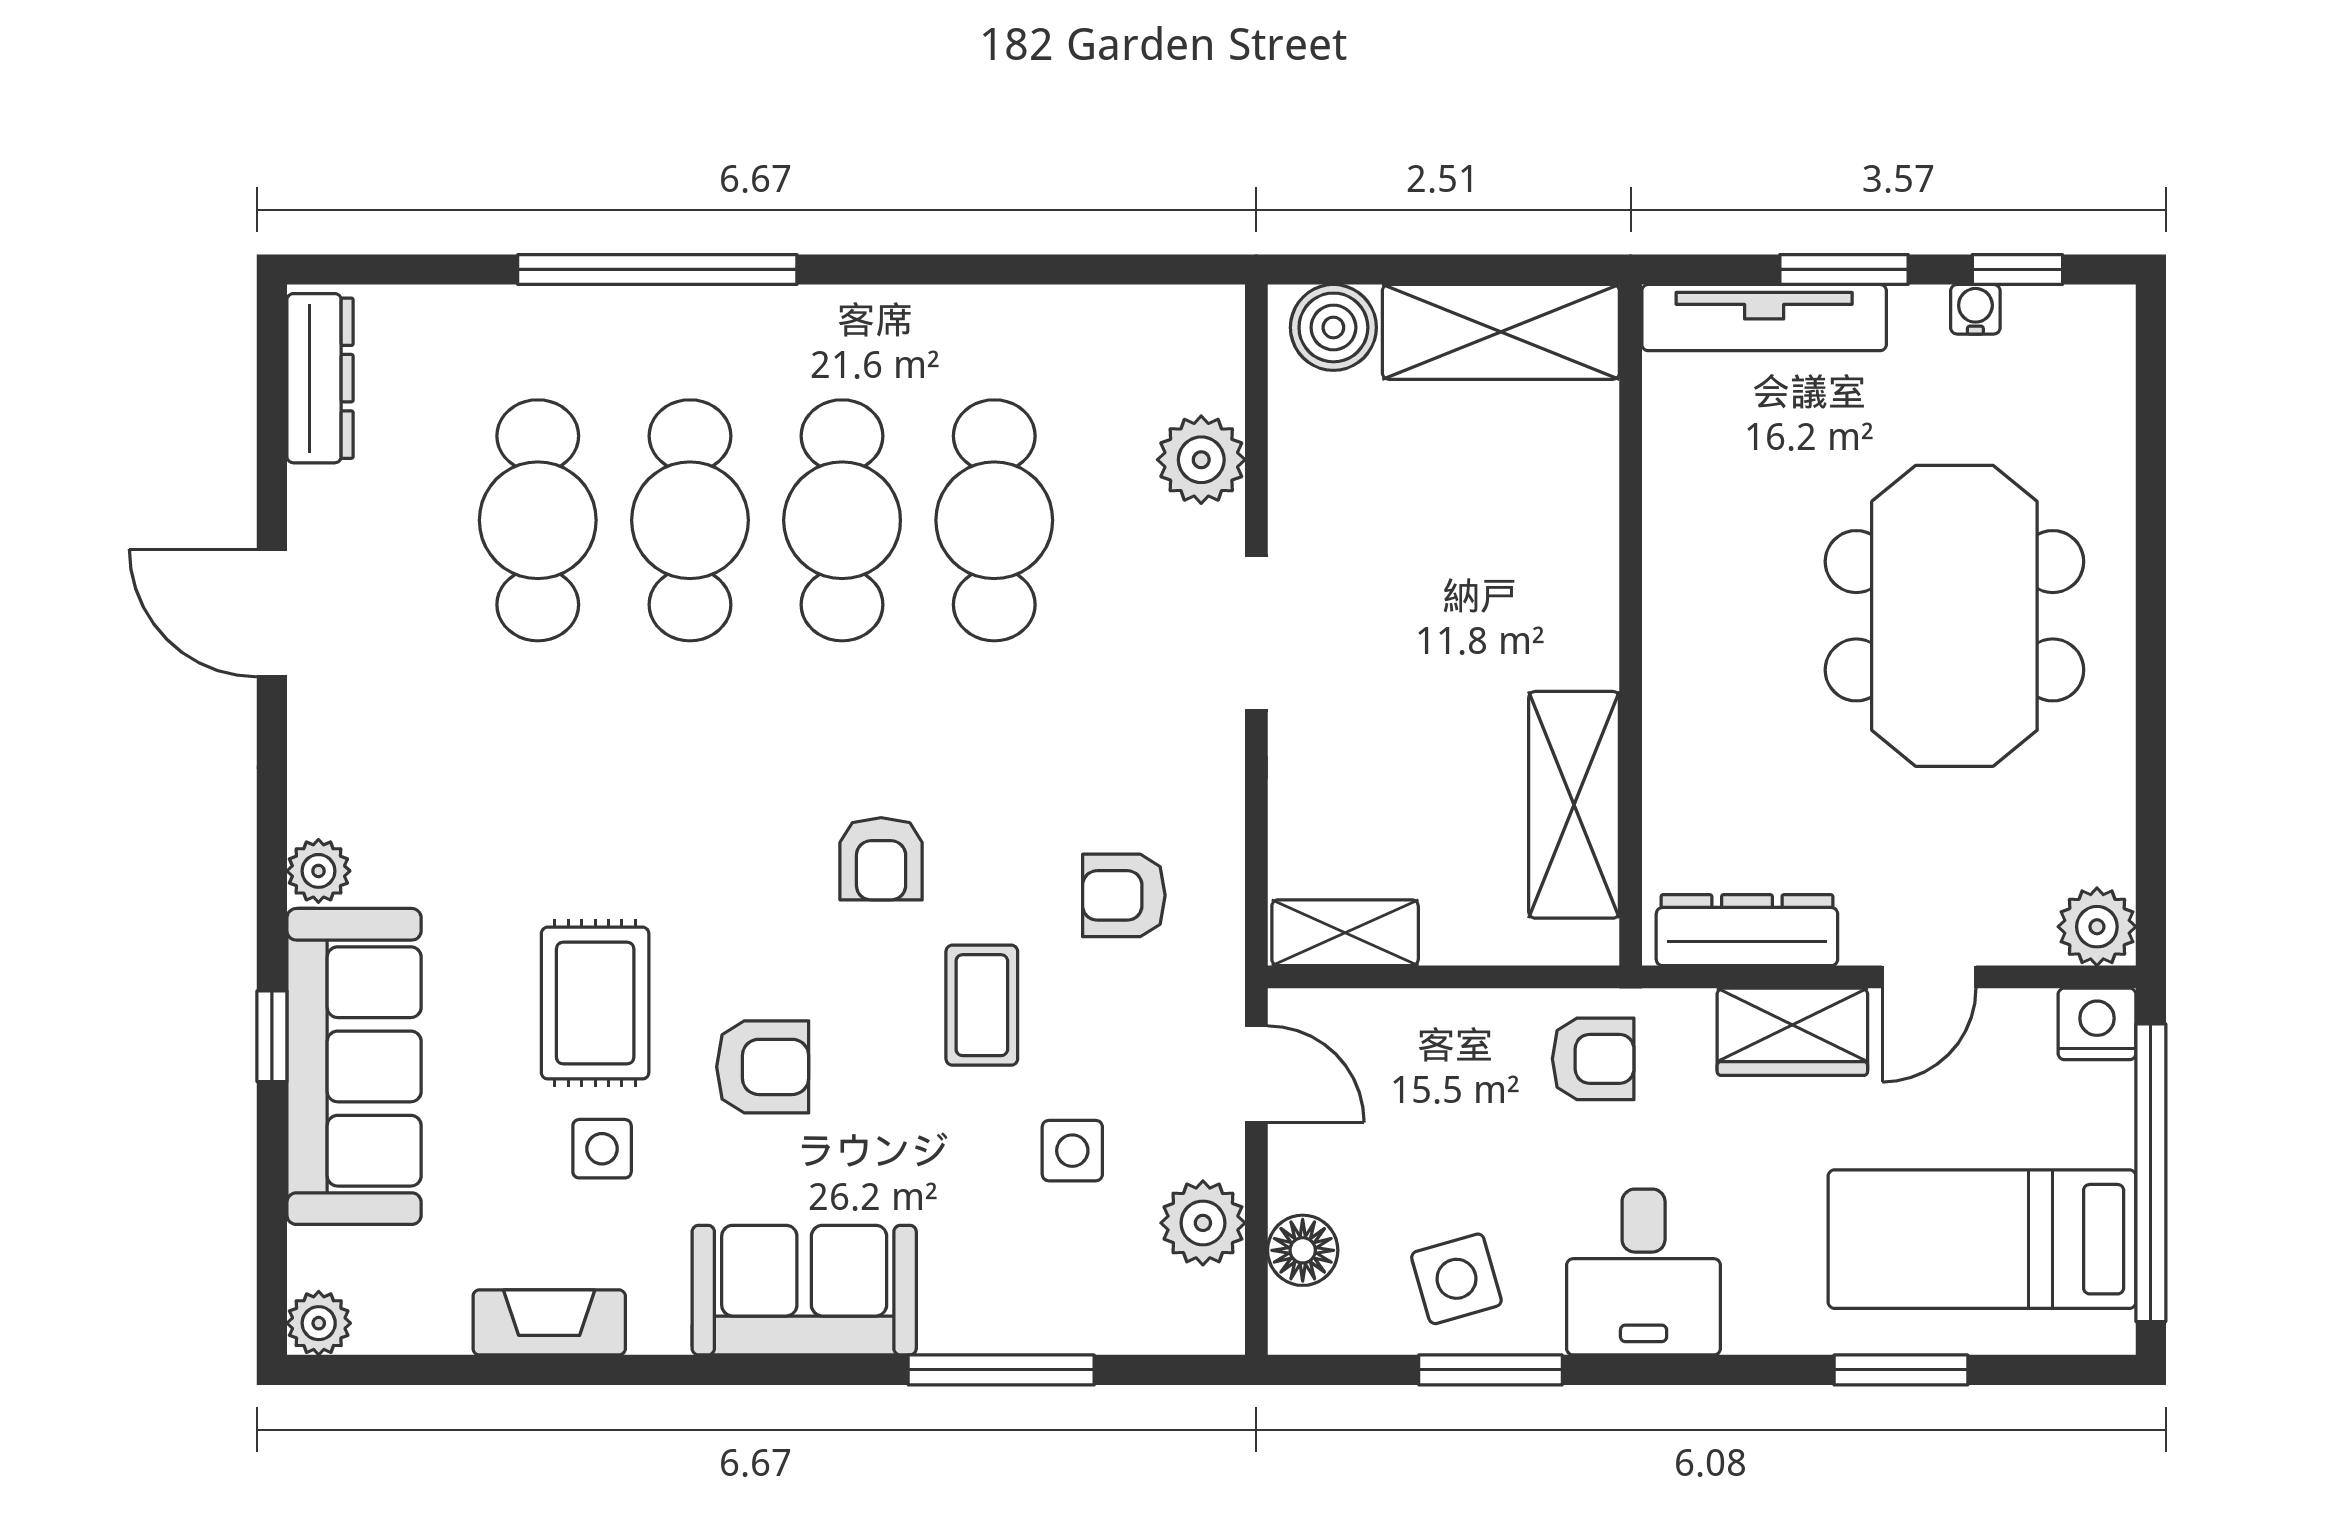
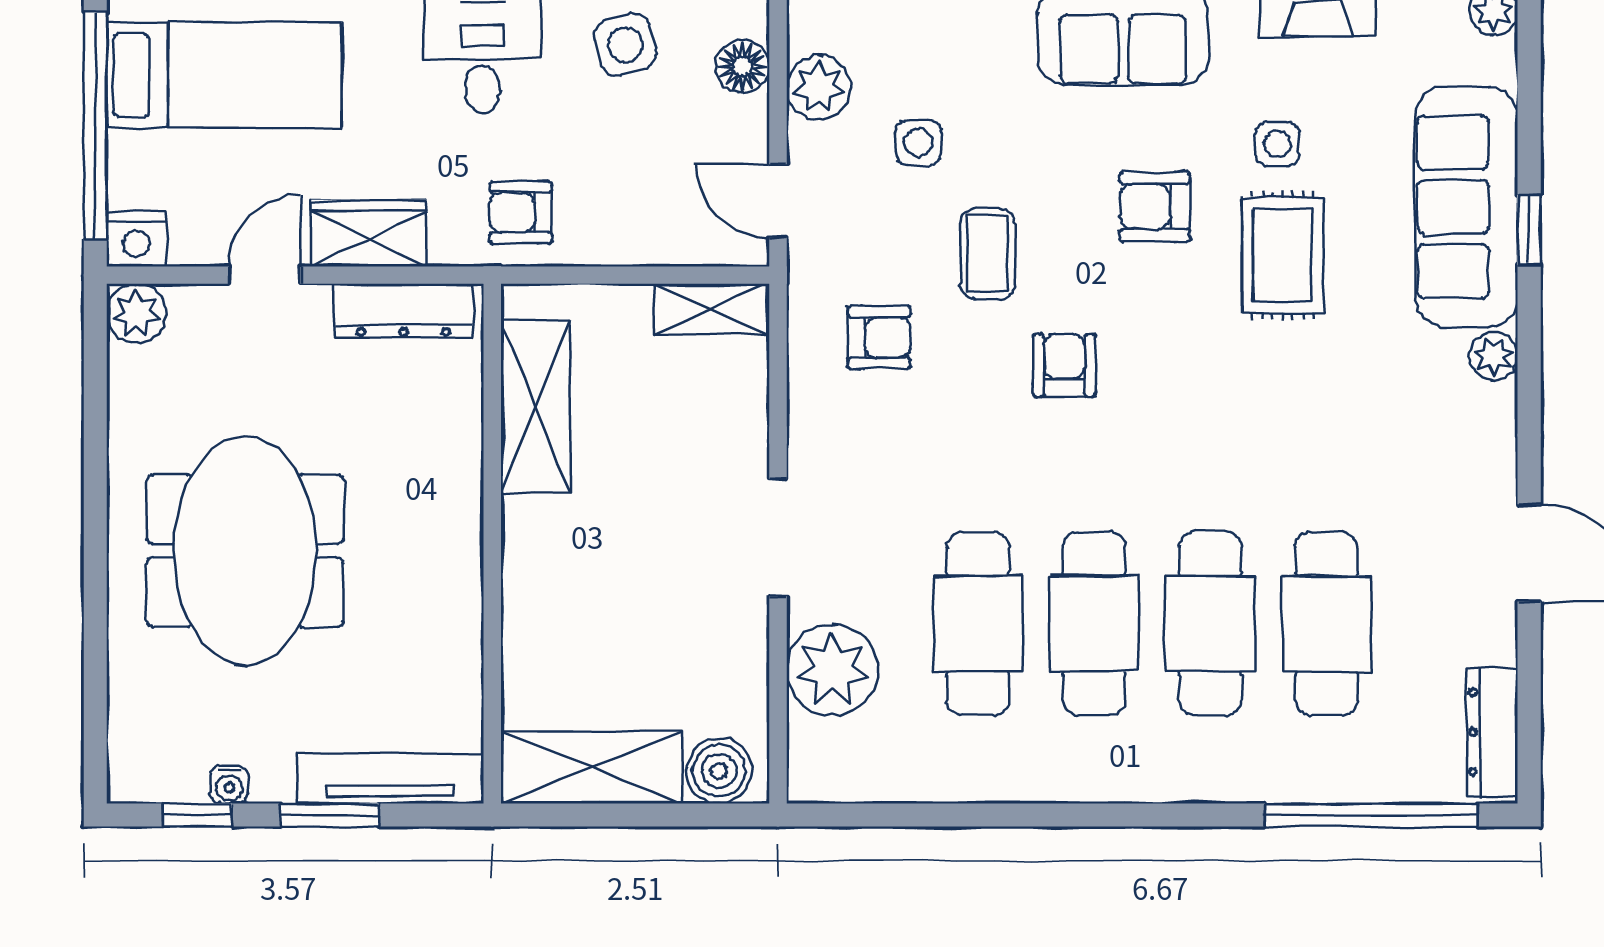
window: (657, 269) -> (1371, 815), moved
plant: (1201, 460) -> (832, 670), width x1.36, depth x1.36

